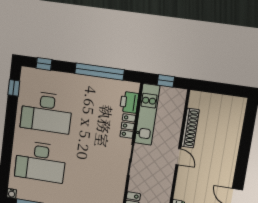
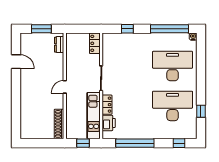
window: (14, 88) -> (201, 111), moved
shoe rack: (190, 128) -> (59, 124), moved
door: (178, 157) -> (65, 87), hinge flipped

